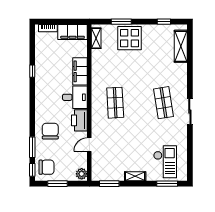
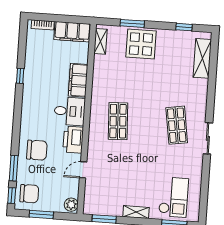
chair: (50, 131) -> (37, 150), turned 90

